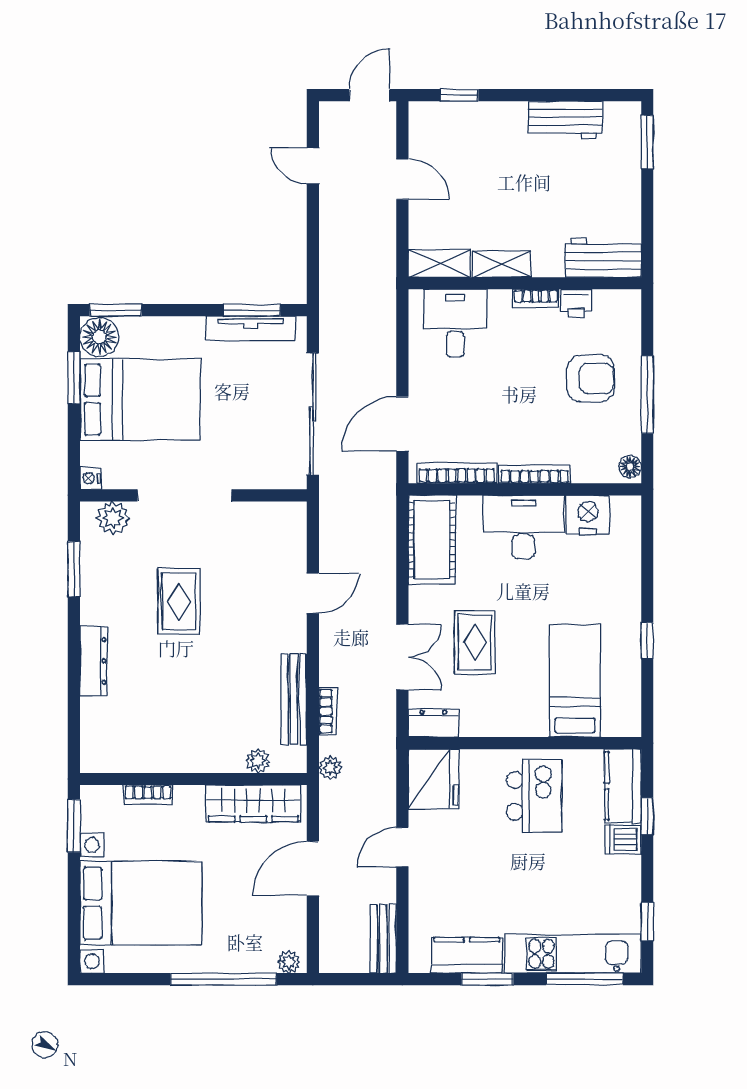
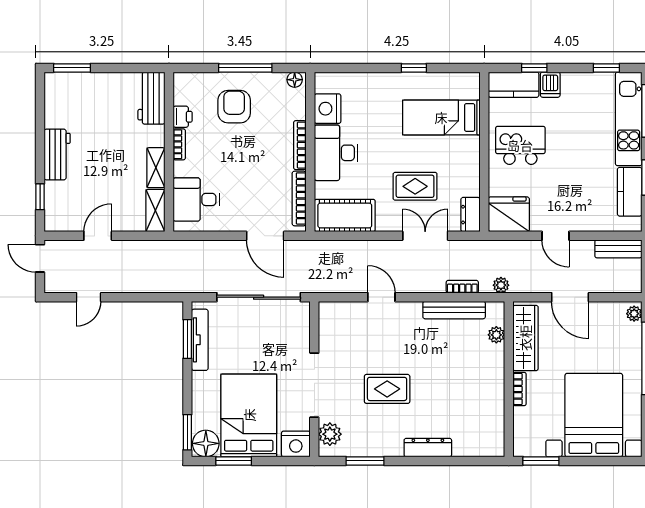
workbench: (565, 120) -> (57, 154), moved
nightstand: (90, 478) -> (296, 444), width x1.89, depth x1.79
bookcase: (148, 795) -> (520, 389), moved

